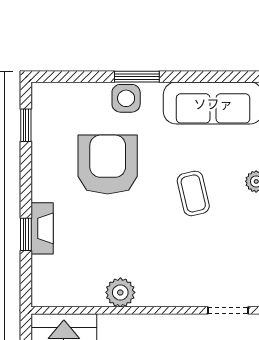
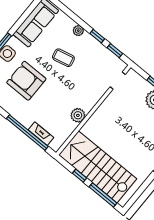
fireplace: (42, 228) -> (41, 134), moved
window: (26, 234) -> (27, 133), width x3.17

